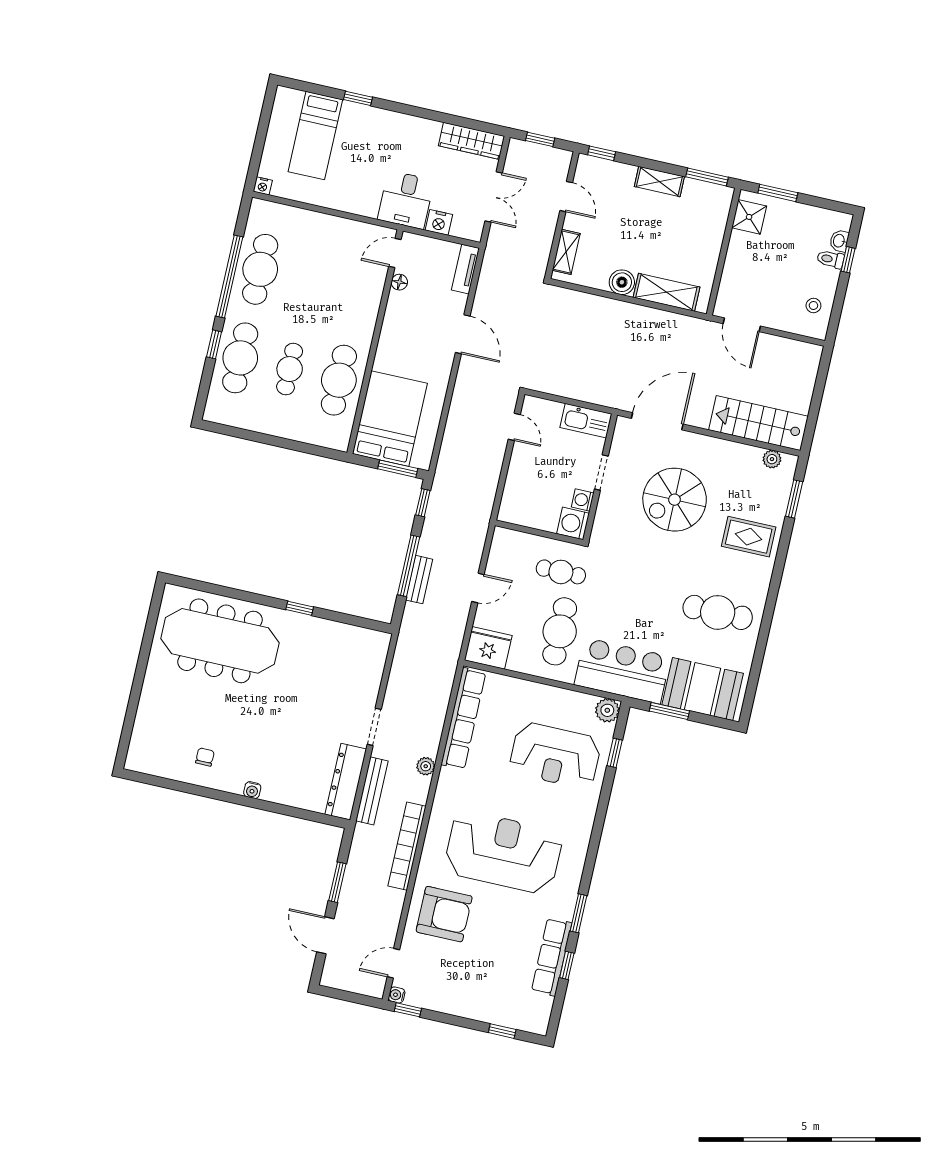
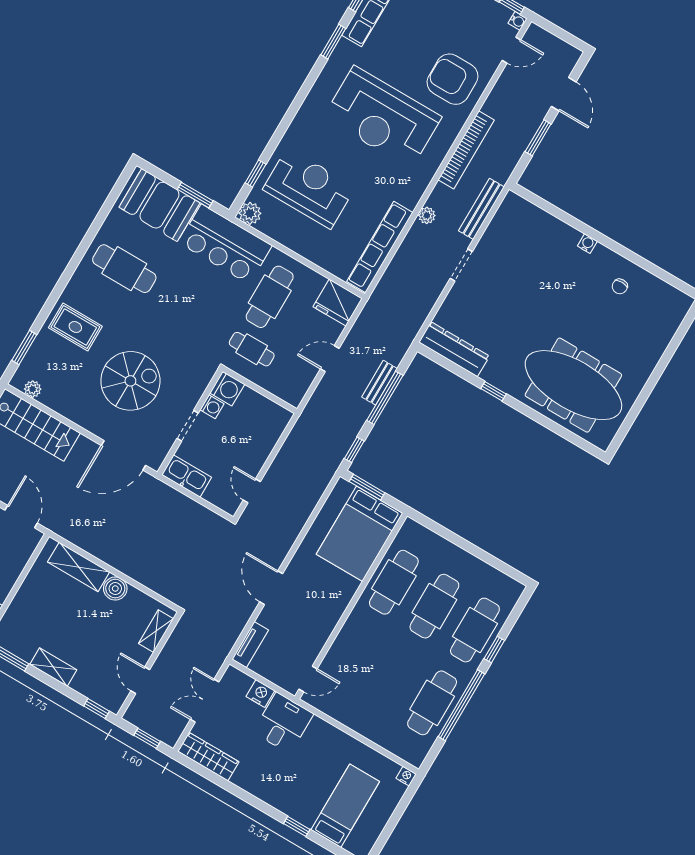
floor lamp: (399, 282) -> (312, 652), removed
cafe table: (290, 369) -> (434, 606), width x1.37, depth x1.35
dresser: (346, 782) -> (454, 349), moved, turned -90

